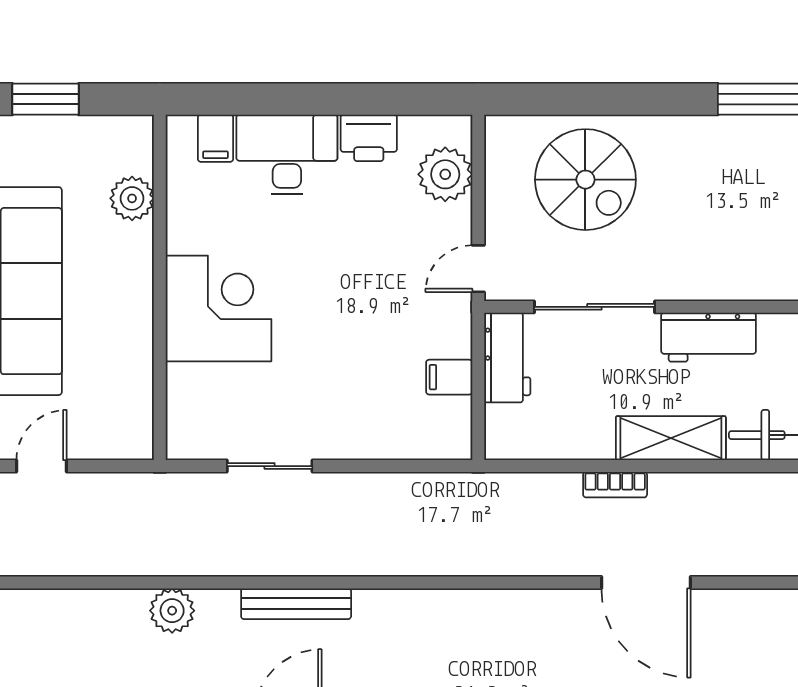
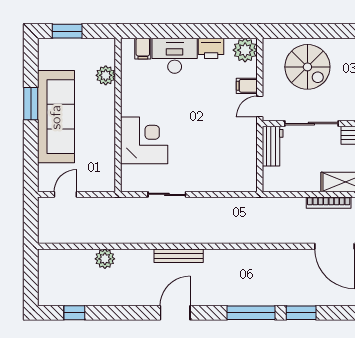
plant: (445, 174) -> (245, 50), moved
corner desk: (219, 308) -> (144, 140), moved
filing cabinet: (449, 377) -> (247, 86), moved
bookcase: (615, 485) -> (329, 203), width x1.56
plant: (172, 611) -> (105, 259), moved

